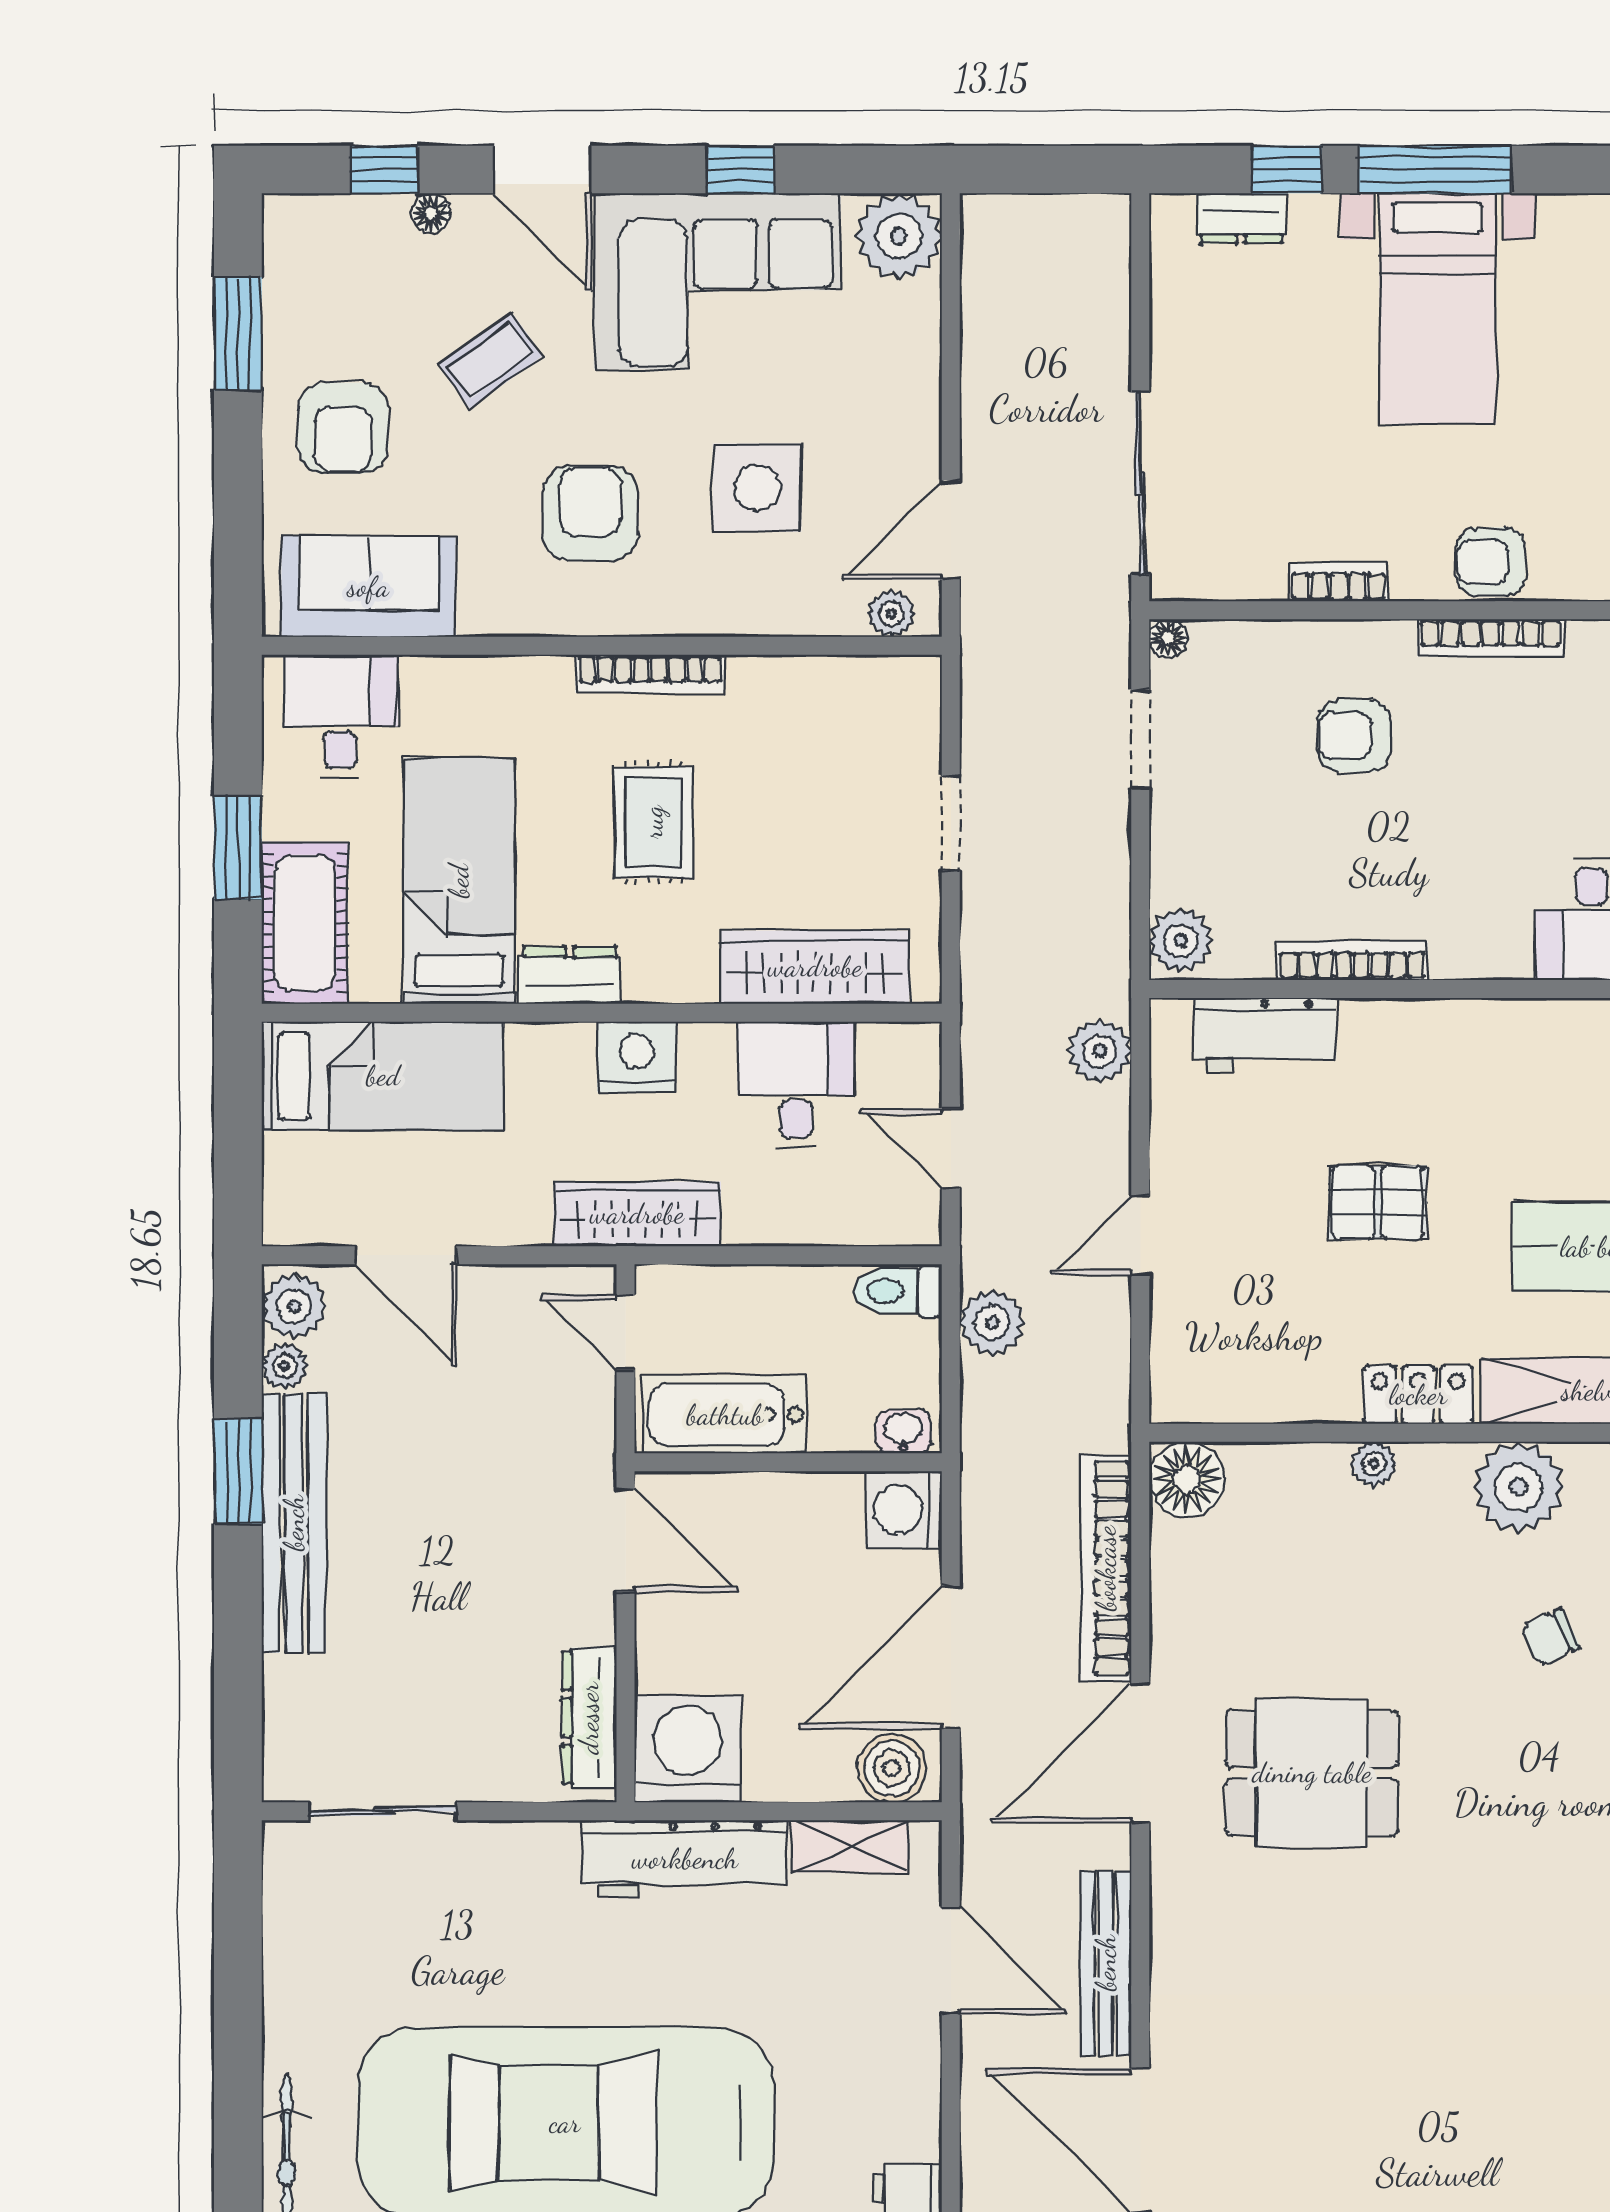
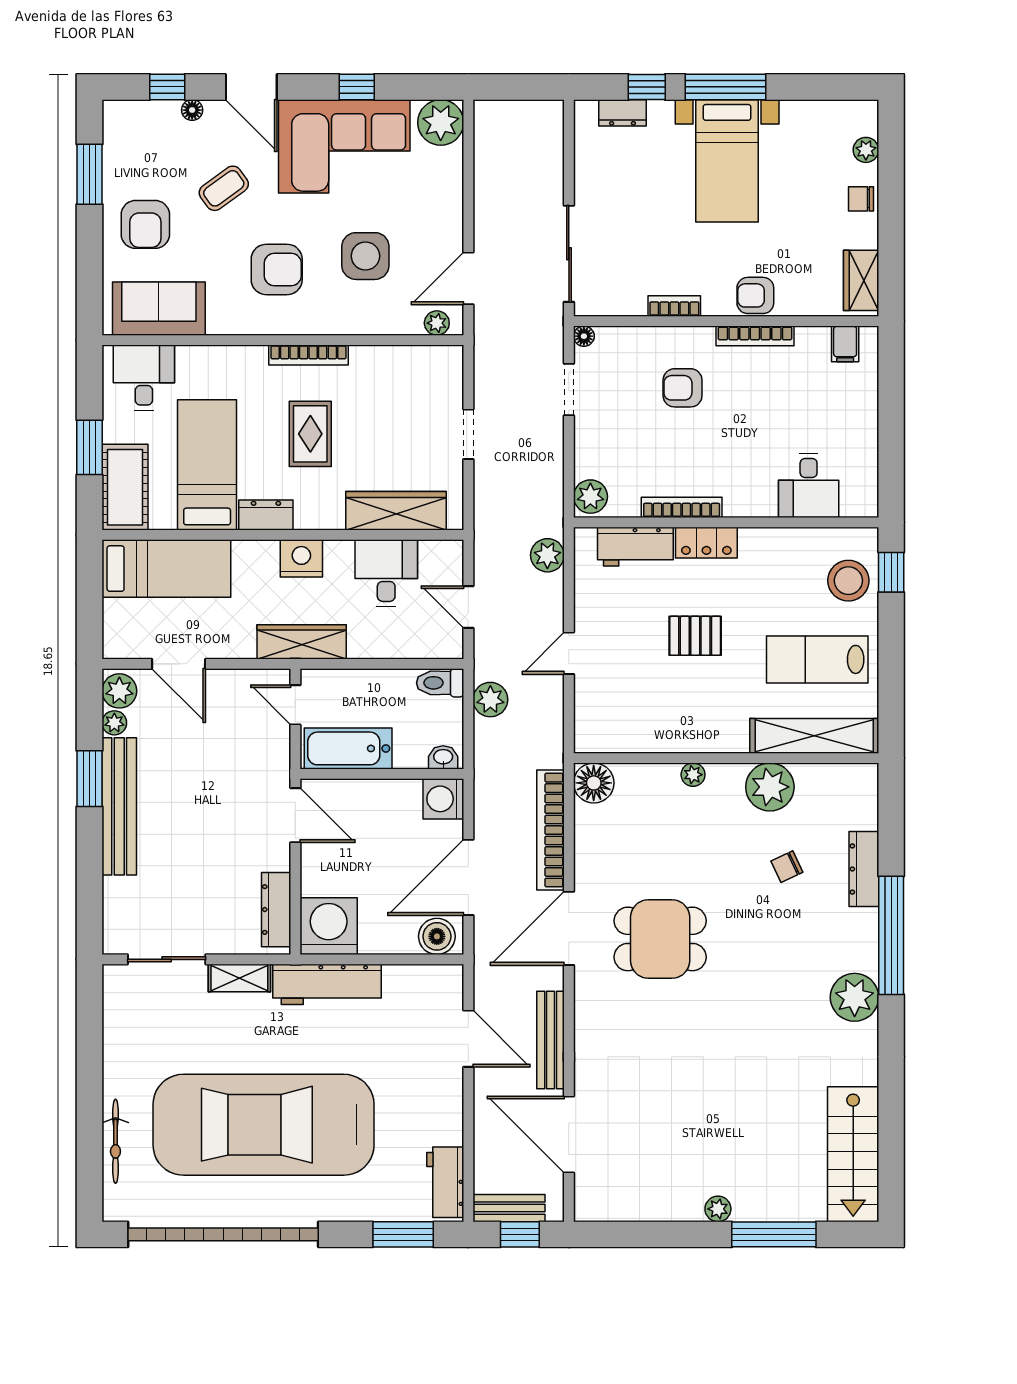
armchair: (590, 513) -> (277, 269), turned 90
locker: (1418, 1395) -> (706, 543), moved, turned 180
shelving: (850, 1846) -> (239, 978), moved

